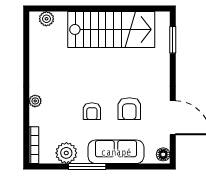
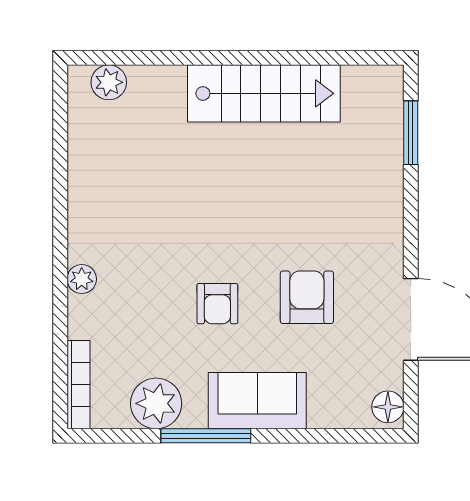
stairs: (111, 29) -> (264, 93), width x0.73, depth x0.66
armchair: (129, 109) -> (307, 297), turned 180
sofa: (116, 152) -> (257, 401), width x0.73

